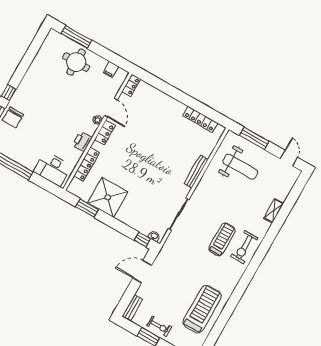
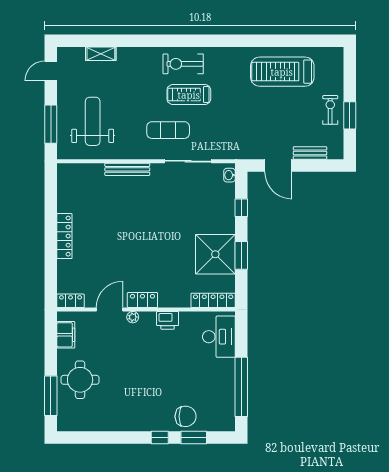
filing cabinet: (111, 70) -> (66, 335), width x2.00
locker: (200, 119) -> (64, 236), moved
locker: (87, 164) -> (213, 300), moved
window: (87, 208) -> (241, 255), moved
shelving: (274, 211) -> (101, 54), moved
exercise mat: (206, 213) -> (168, 130), added
window: (143, 240) -> (241, 208), moved
exercise bike: (244, 247) -> (183, 64), turned 180
bench: (132, 308) -> (310, 153), moved

